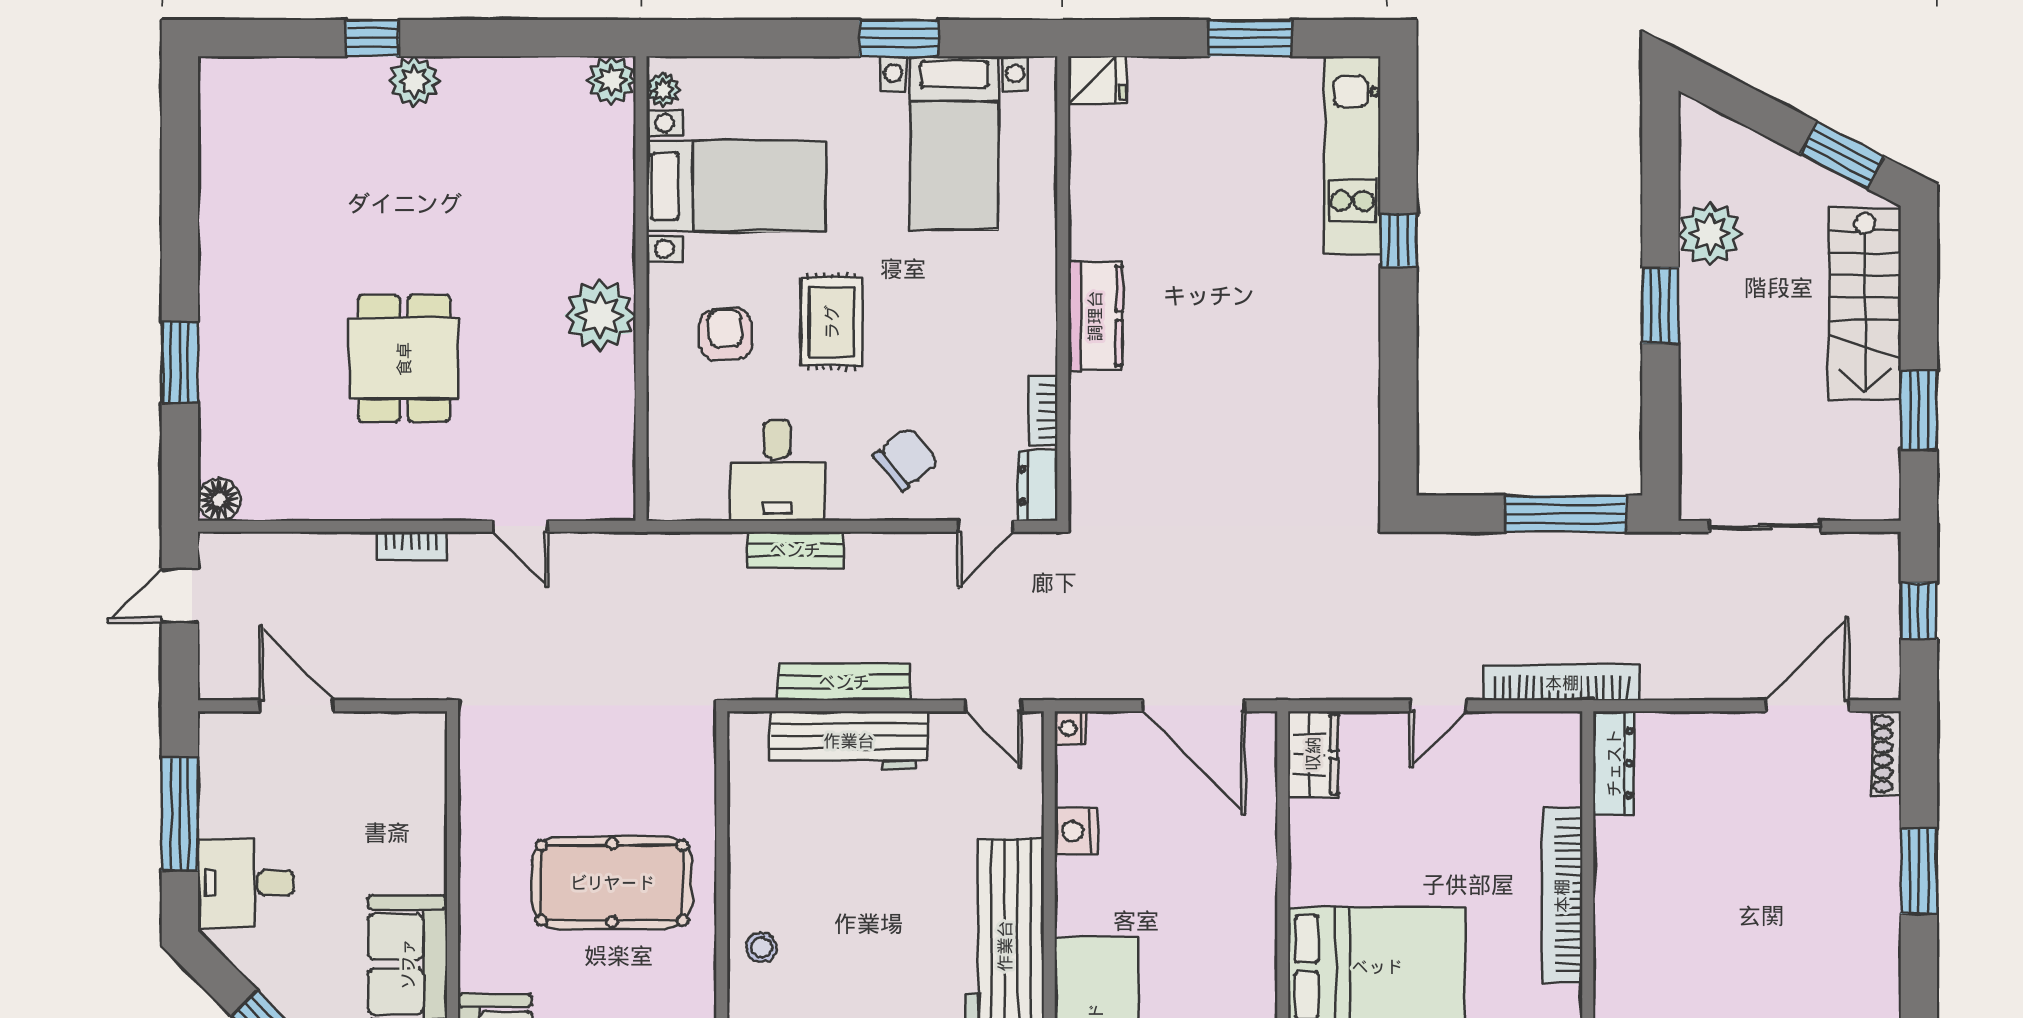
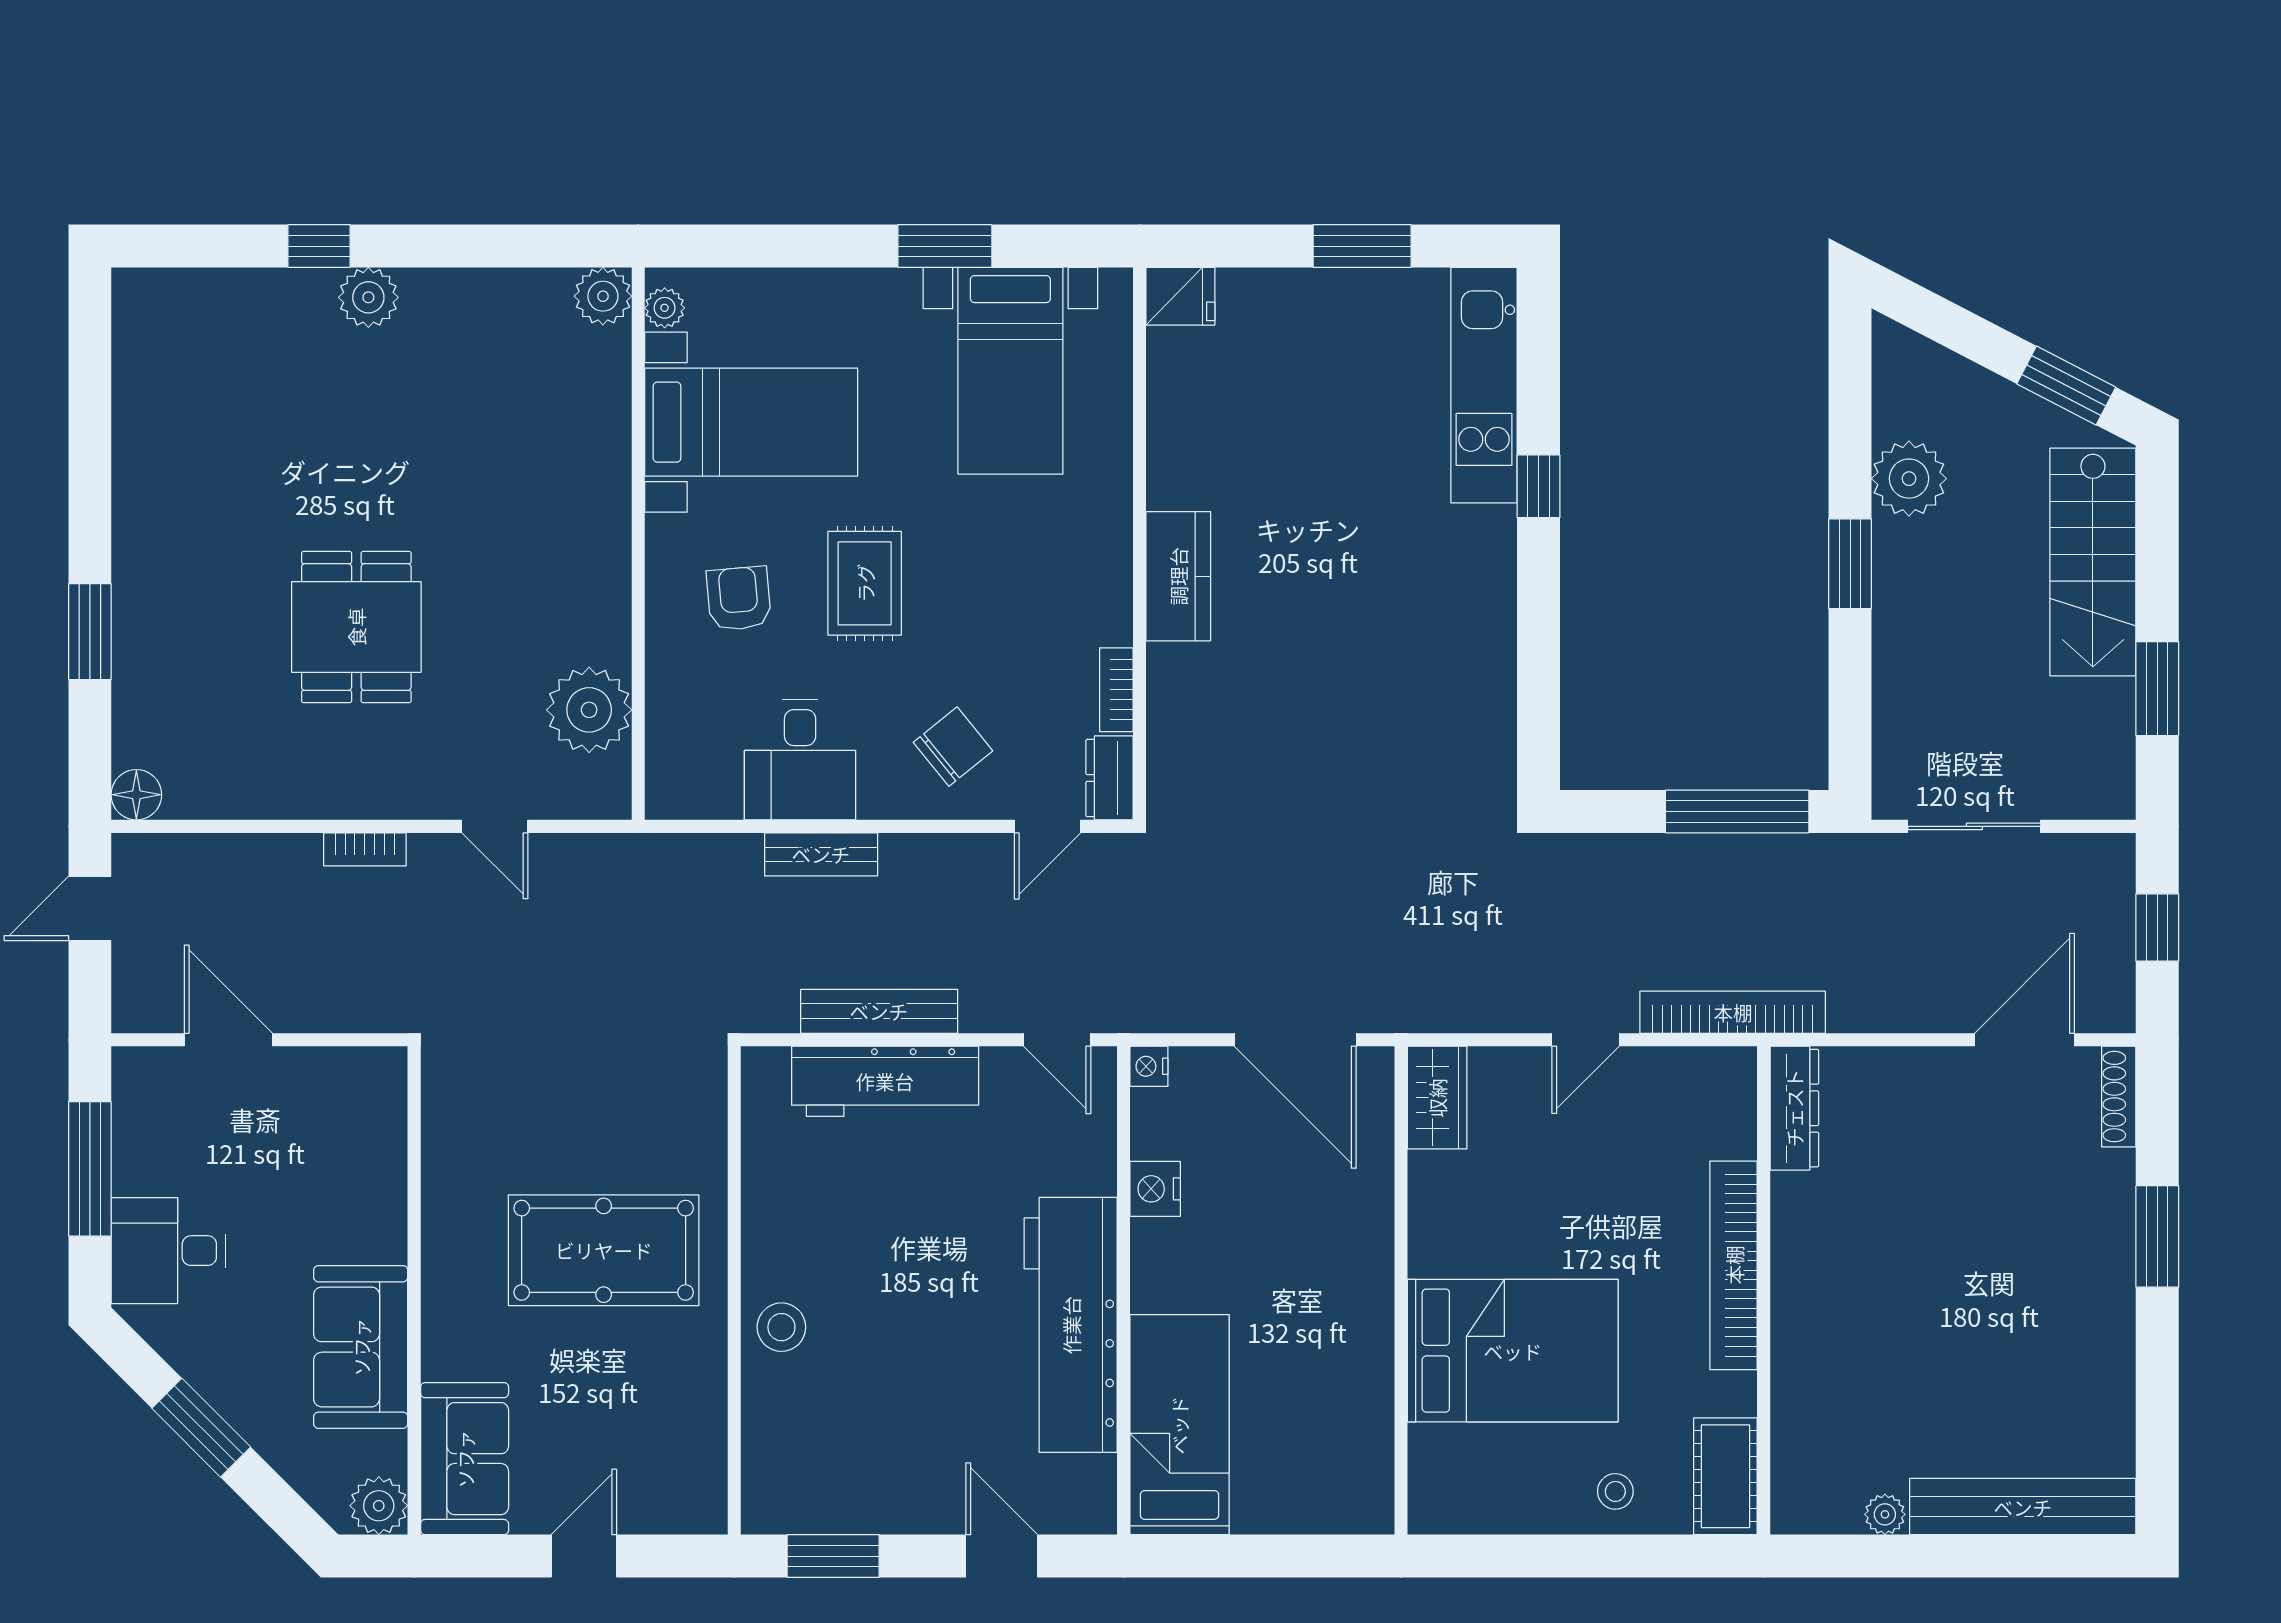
plant: (600, 315) -> (589, 710), moved
stool: (762, 947) -> (781, 1327), width x1.37, depth x1.37

